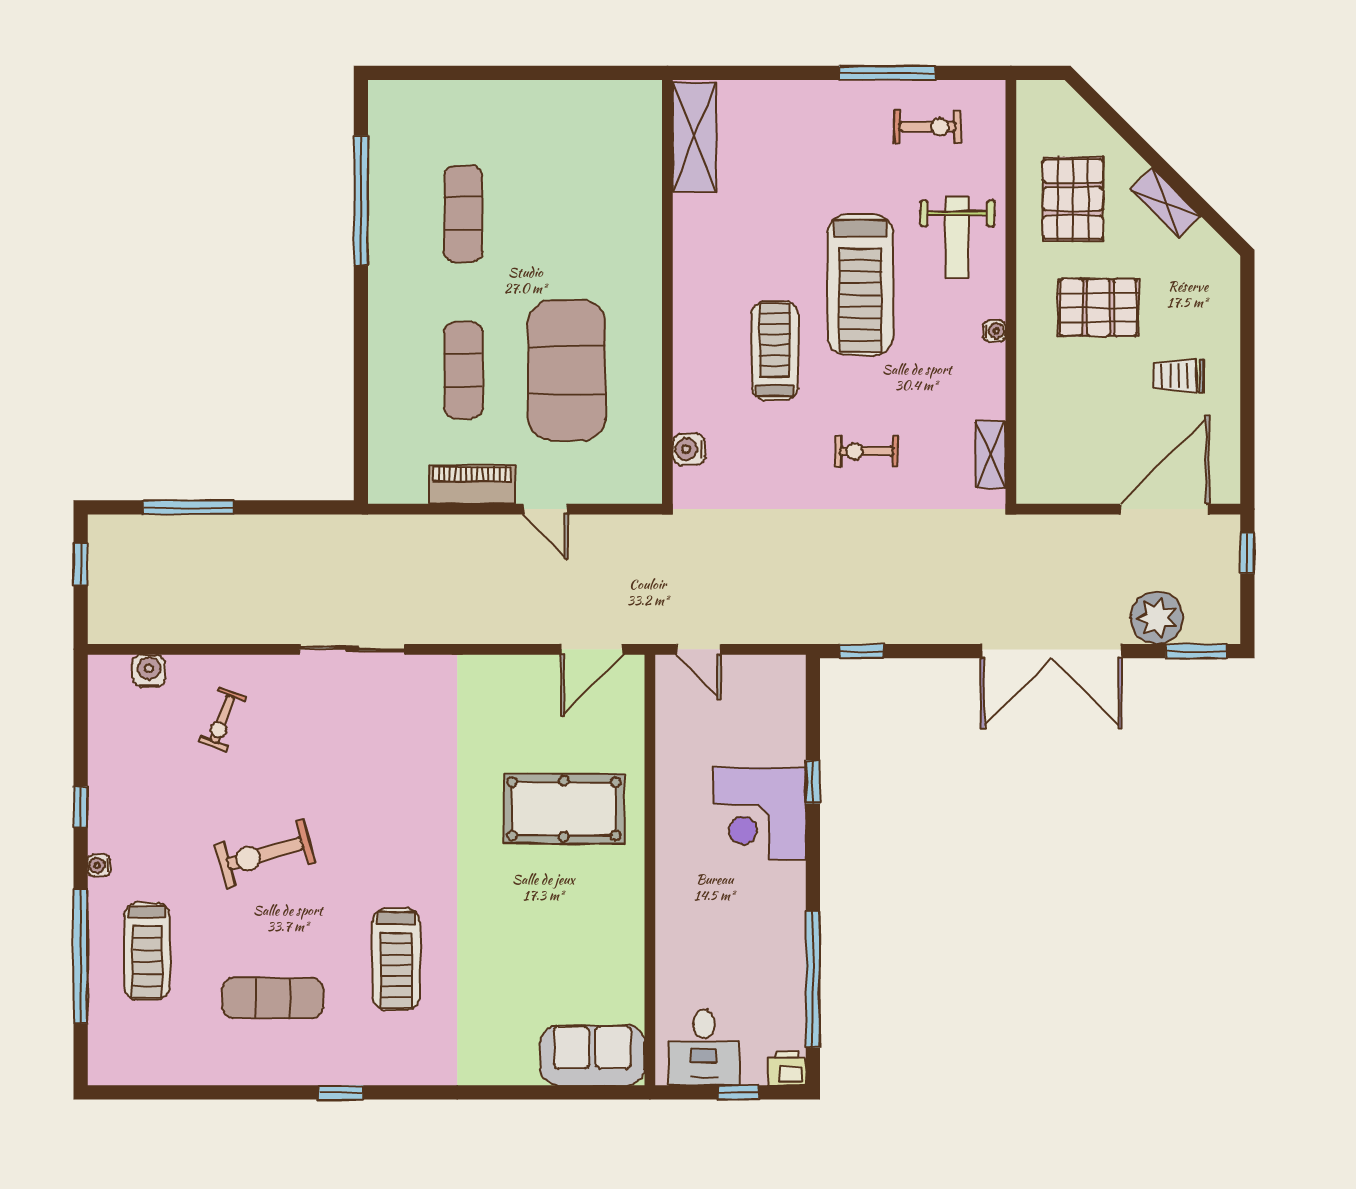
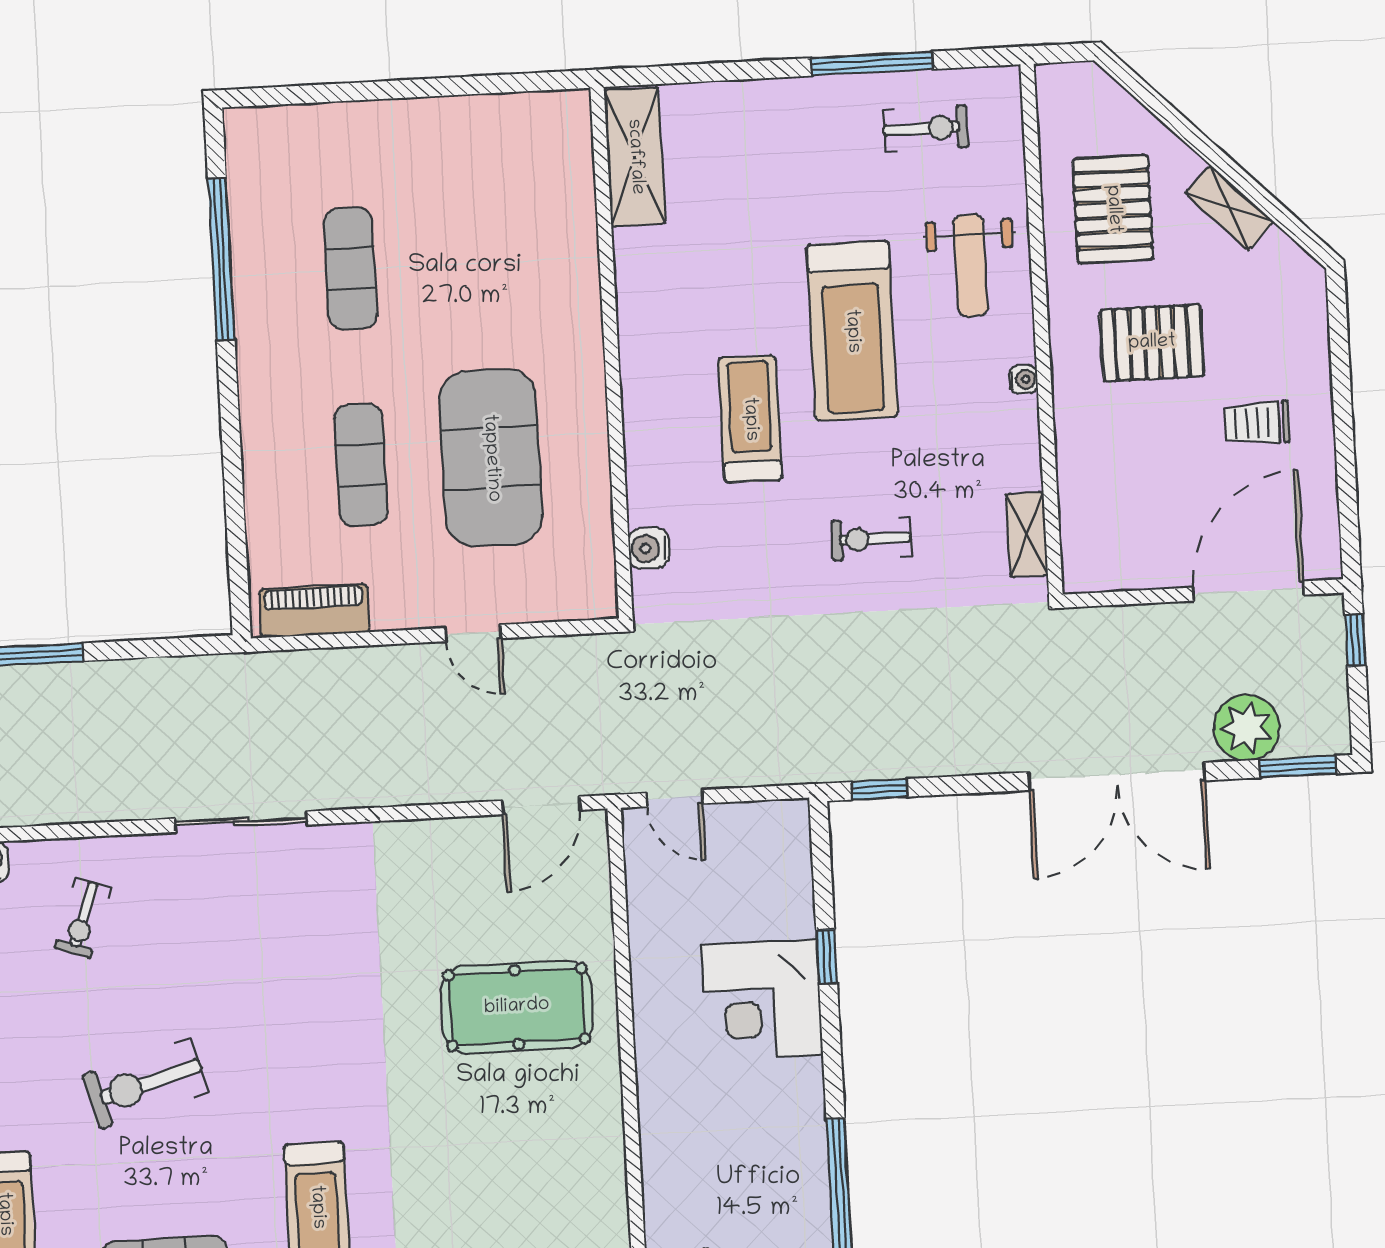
piano: (472, 485) -> (314, 611), moved

